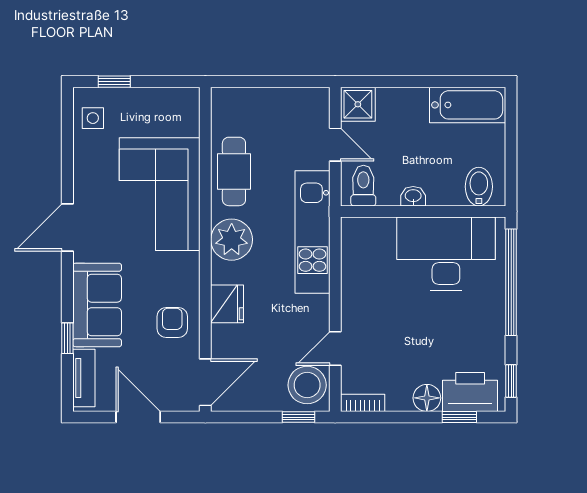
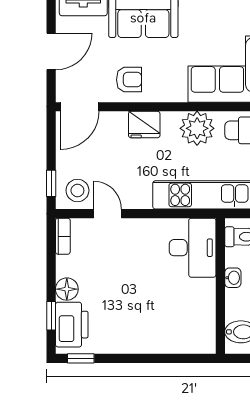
desk: (446, 254) -> (193, 248), moved, width x0.73, depth x0.77
window: (511, 282) -> (162, 358), removed
door: (205, 382) -> (80, 107), hinge flipped
stool: (307, 385) -> (77, 190), width x0.73, depth x0.73

